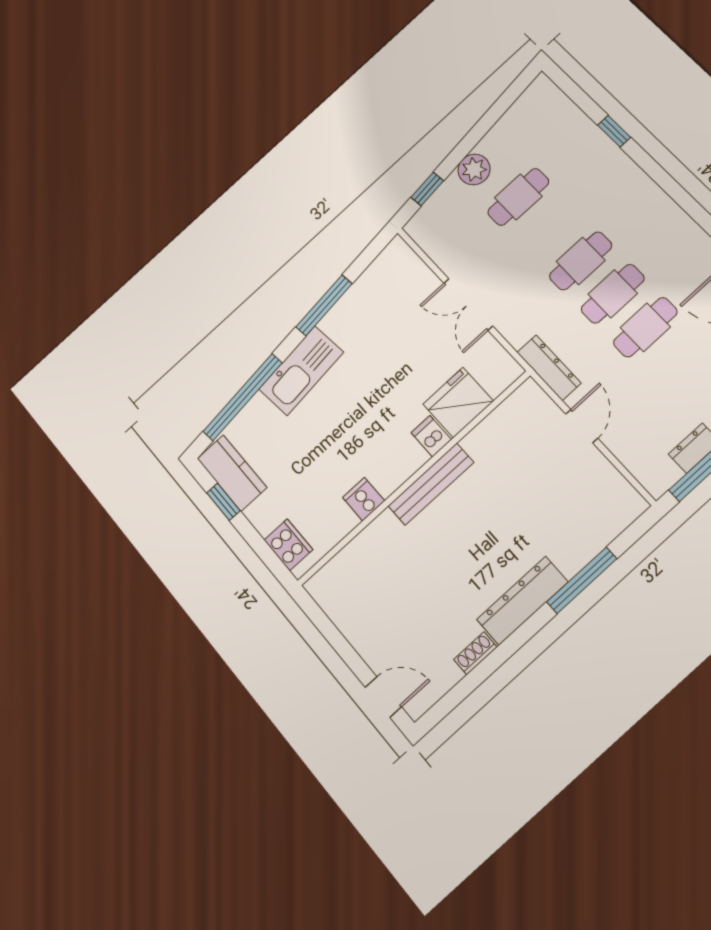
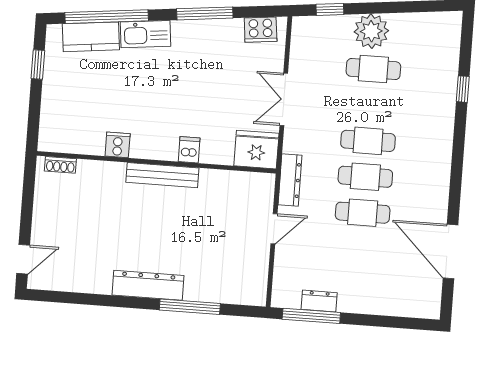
plant: (474, 169) -> (371, 31), width x1.36, depth x1.36
kitchen sink: (301, 371) -> (145, 34), width x0.73, depth x0.81
fridge: (458, 403) -> (256, 150), moved
kitchen counter: (232, 473) -> (91, 37), moved, turned 84
cooker: (288, 545) -> (261, 30), moved, turned 84
shoe rack: (475, 653) -> (60, 165), moved, turned 180
door: (383, 697) -> (23, 259), hinge flipped

